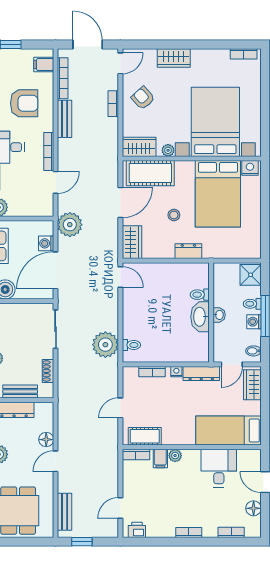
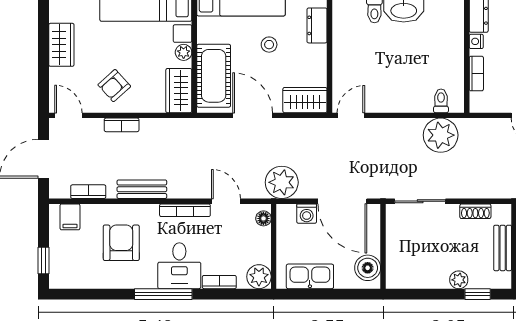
bookcase: (63, 78) -> (88, 192), width x0.64
floor lamp: (42, 211) -> (263, 218), added

